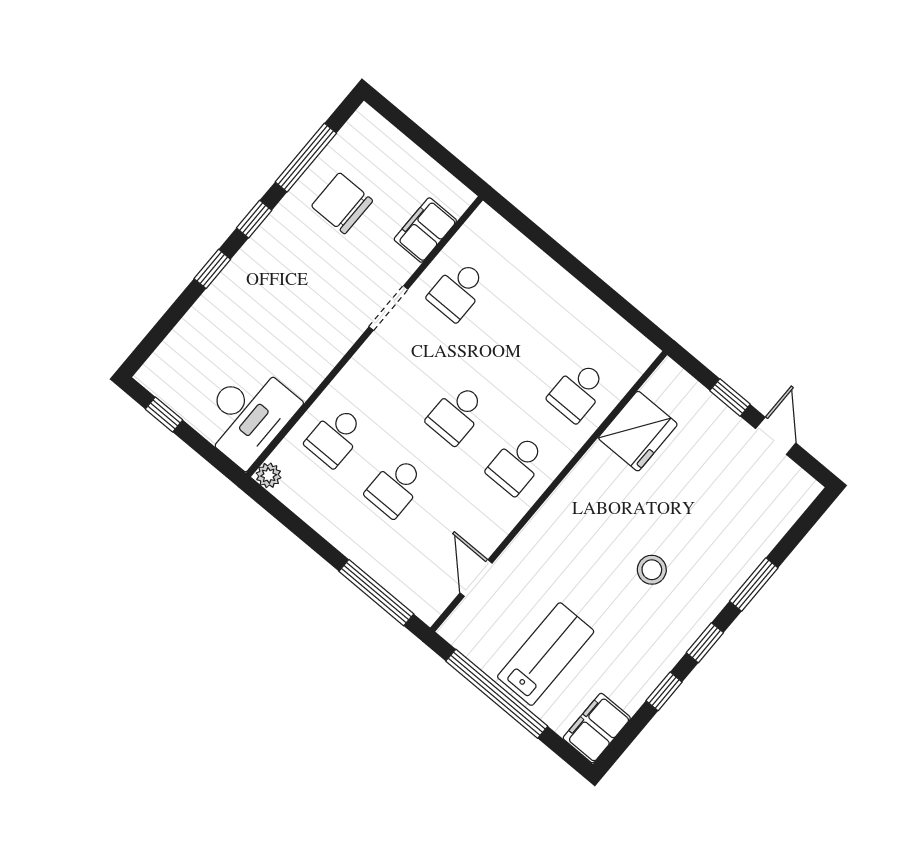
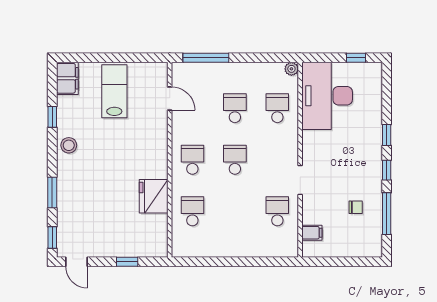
chair: (342, 203) -> (356, 207), width x0.54, depth x0.54
filing cabinet: (425, 230) -> (312, 233), width x0.50
desk: (248, 415) -> (327, 96), width x1.36, depth x1.30
fridge: (638, 431) -> (154, 196), moved
door: (776, 436) -> (76, 262), moved
stool: (652, 570) -> (69, 145), moved
window: (705, 643) -> (52, 237), moved
lab bench: (546, 654) -> (114, 91), turned 180
window: (497, 694) -> (121, 58), removed

